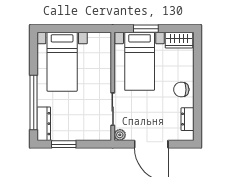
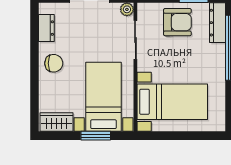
bed with nightstands: (62, 62) -> (172, 102), moved, turned 90
armchair: (77, 124) -> (177, 22), added

